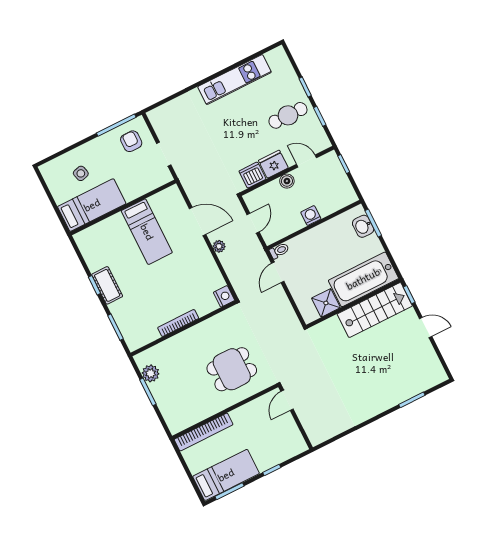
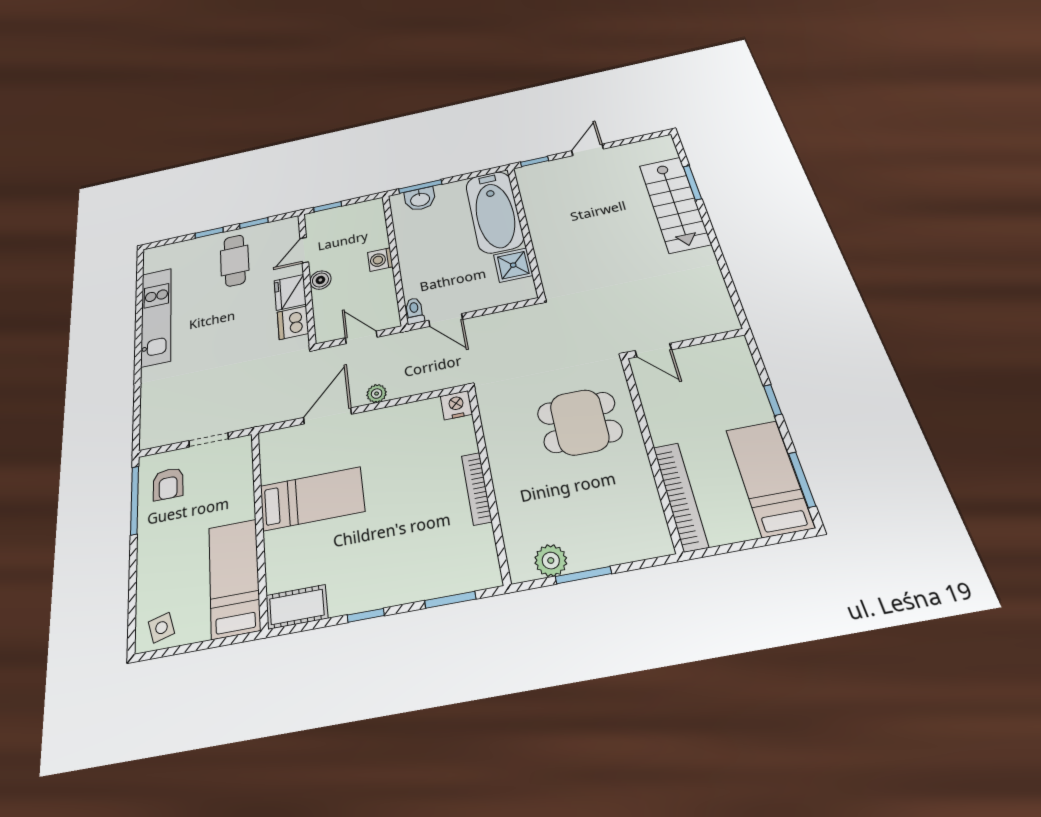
armchair: (131, 141) -> (168, 484), turned -90
side table: (81, 173) -> (161, 628), moved
cot: (107, 285) -> (297, 607), moved
stairs: (375, 310) -> (675, 204), moved, turned 180
dining table: (232, 369) -> (580, 422), turned 90

